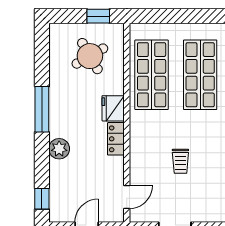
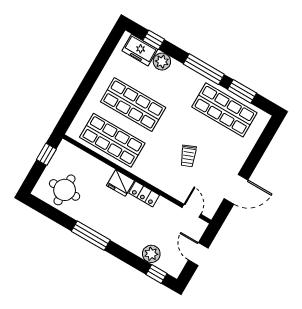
round table: (90, 56) -> (65, 190), moved, turned 30
plant: (59, 149) -> (151, 254), moved
trolley: (180, 161) -> (188, 156), turned 68

